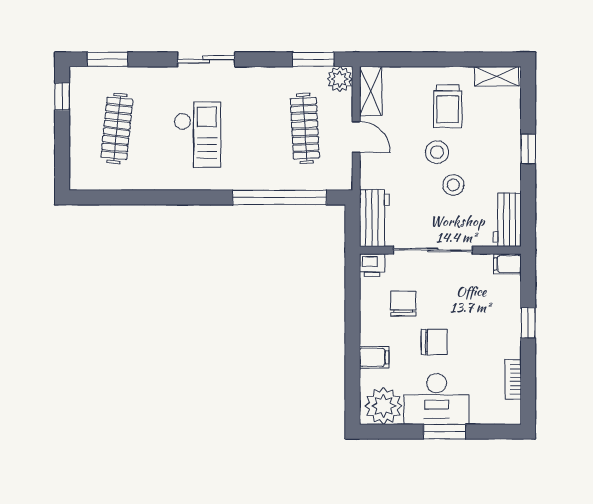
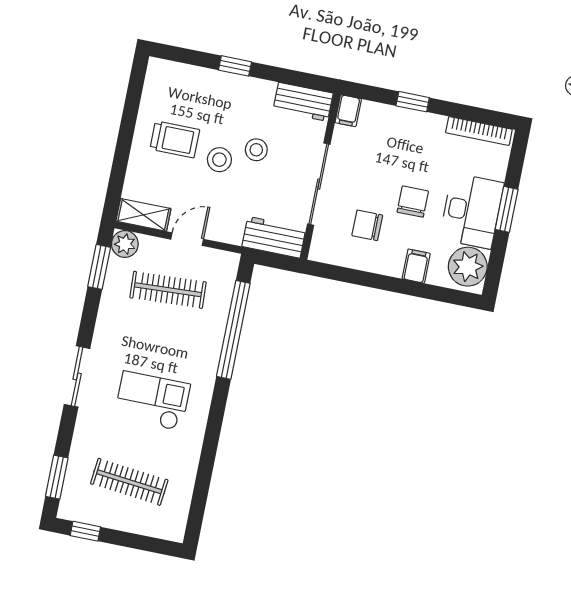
shelving: (497, 76) -> (154, 83), removed
printer: (372, 265) -> (322, 249), removed
bookcase: (513, 379) -> (479, 131), width x1.56

